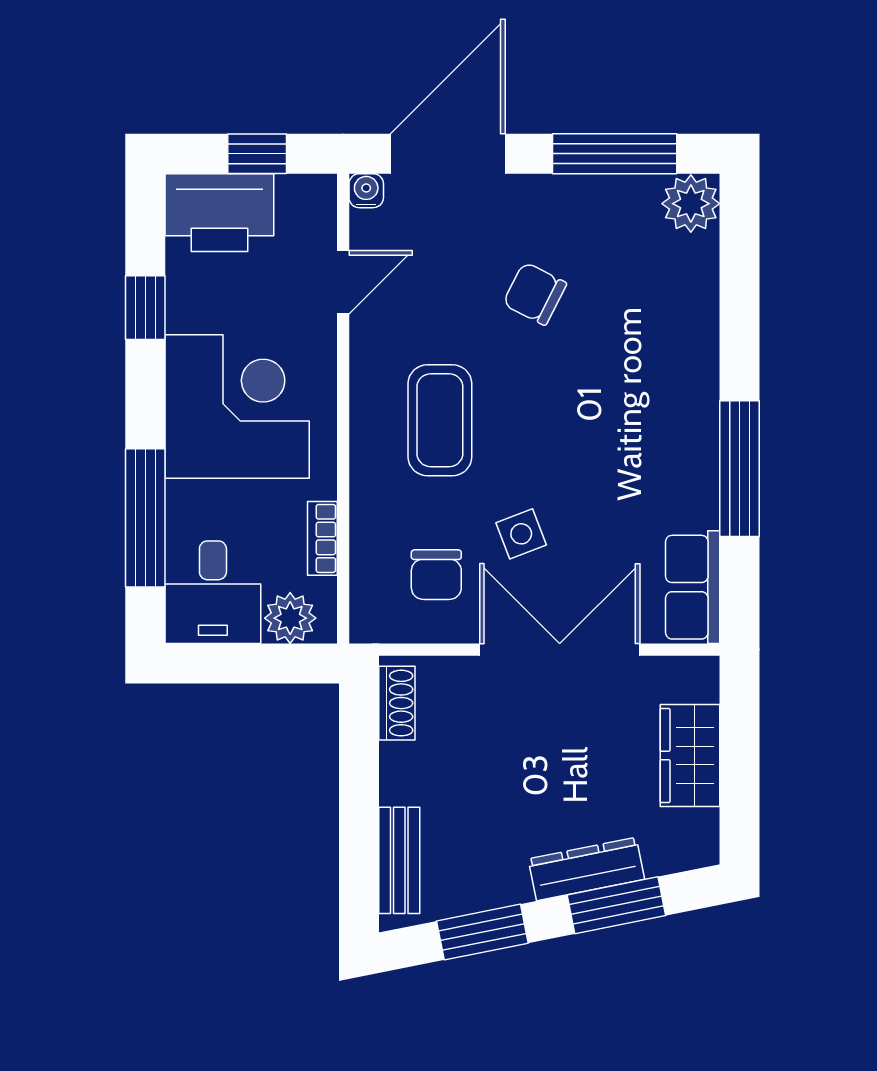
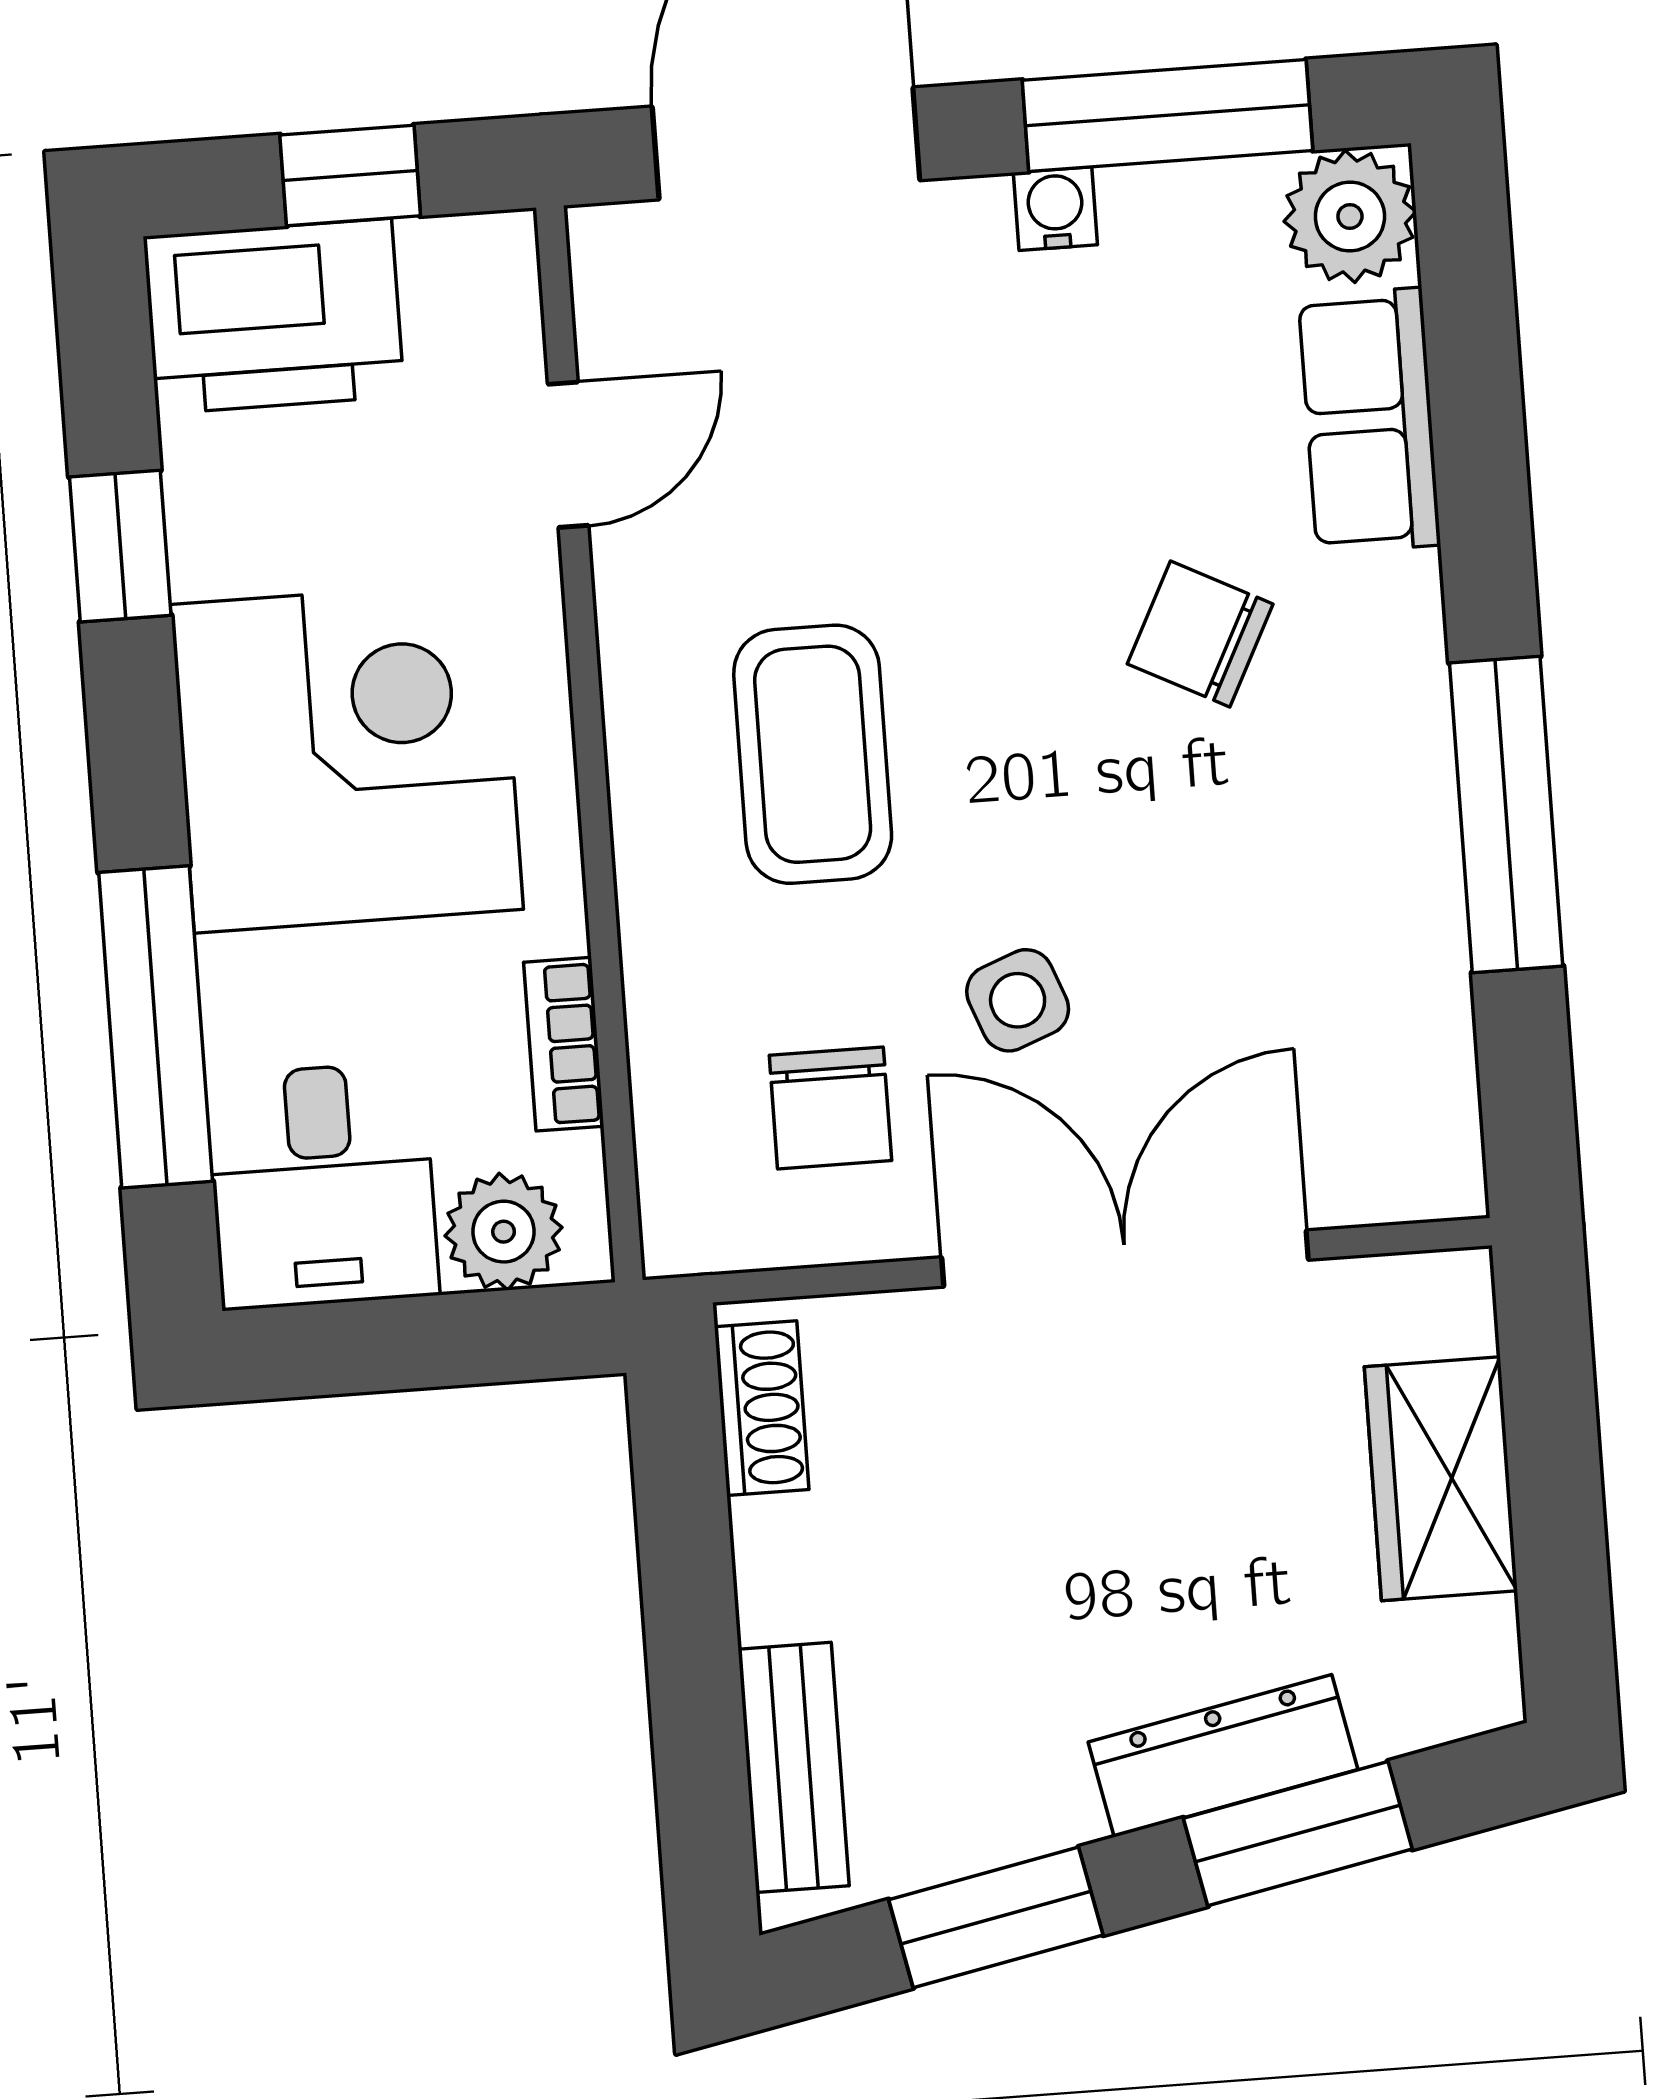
water cooler: (366, 191) -> (1055, 209), moved
chair: (535, 294) -> (1200, 634), moved
row of seats: (693, 587) -> (1369, 421), moved

